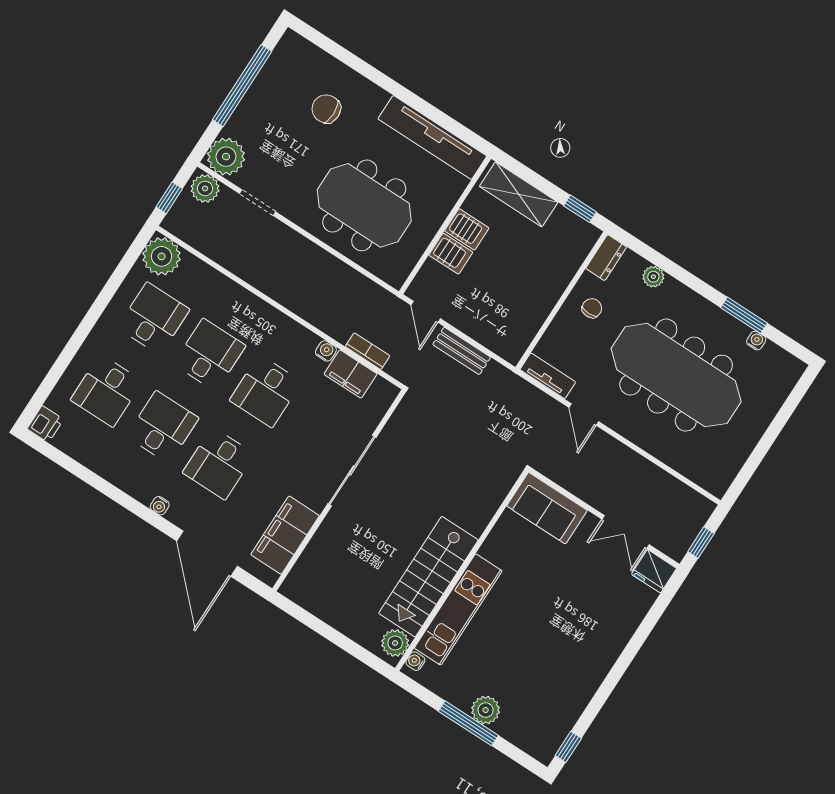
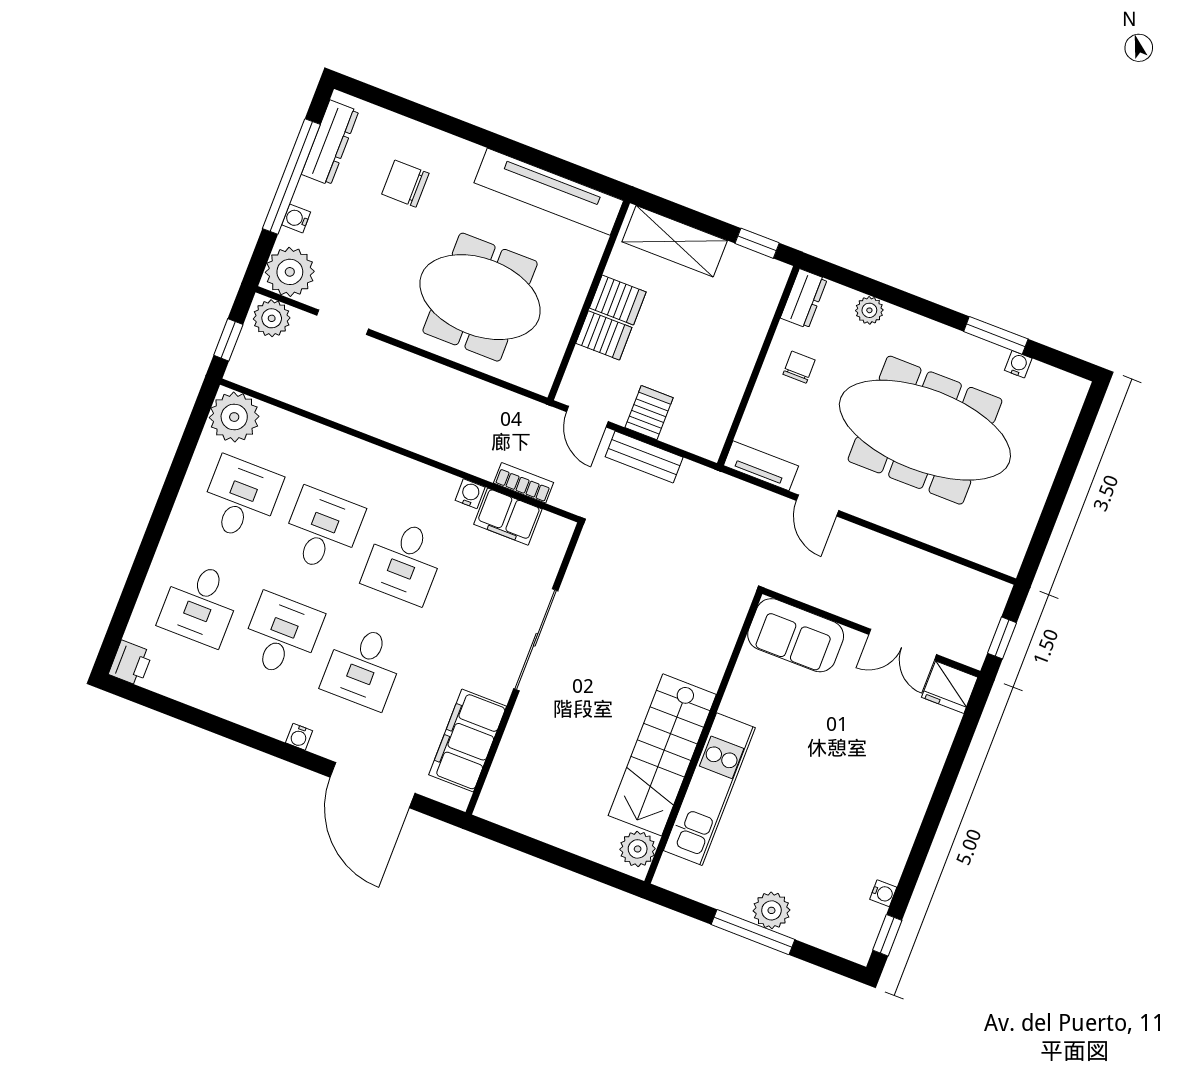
dresser: (276, 66) -> (330, 143), added
water cooler: (239, 118) -> (296, 218), added
server rack: (472, 319) -> (649, 413), added
water cooler: (415, 661) -> (883, 893), moved, turned 180

